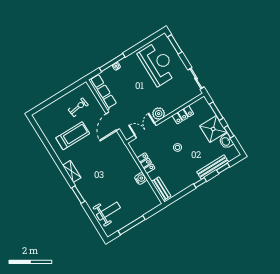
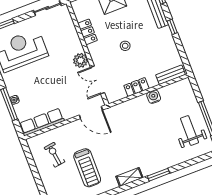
door: (113, 121) -> (91, 113), moved
treadmill: (73, 136) -> (87, 168), turned 180
weight bench: (108, 211) -> (190, 130), moved

